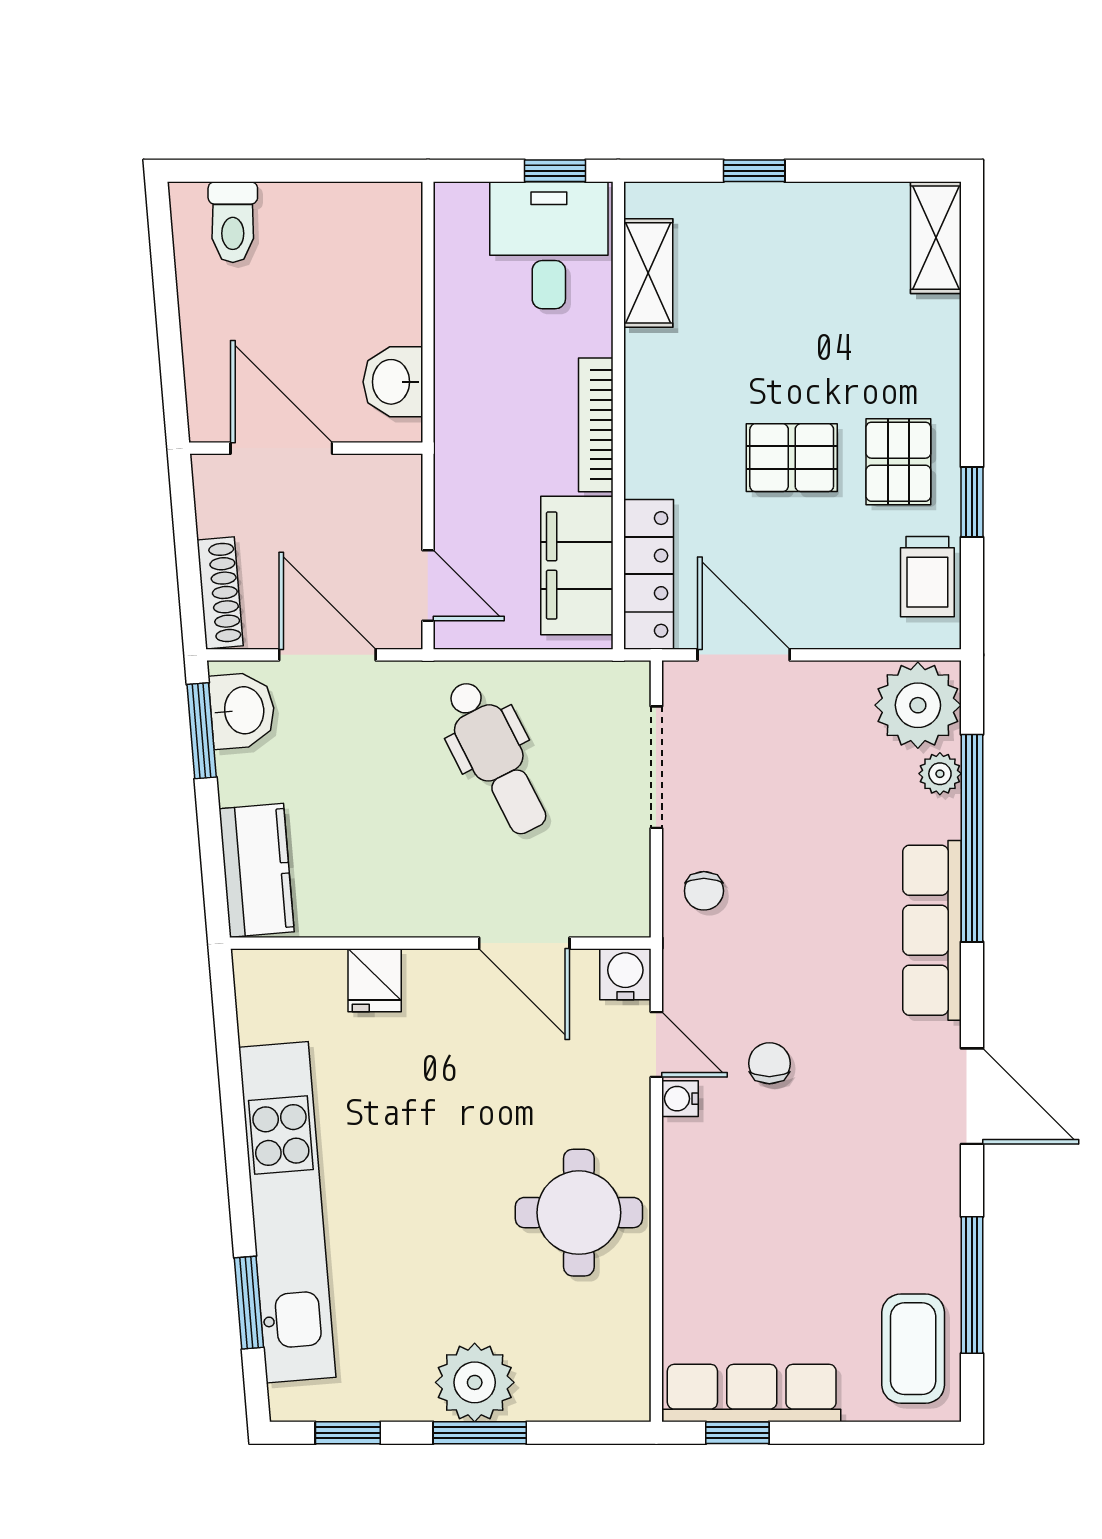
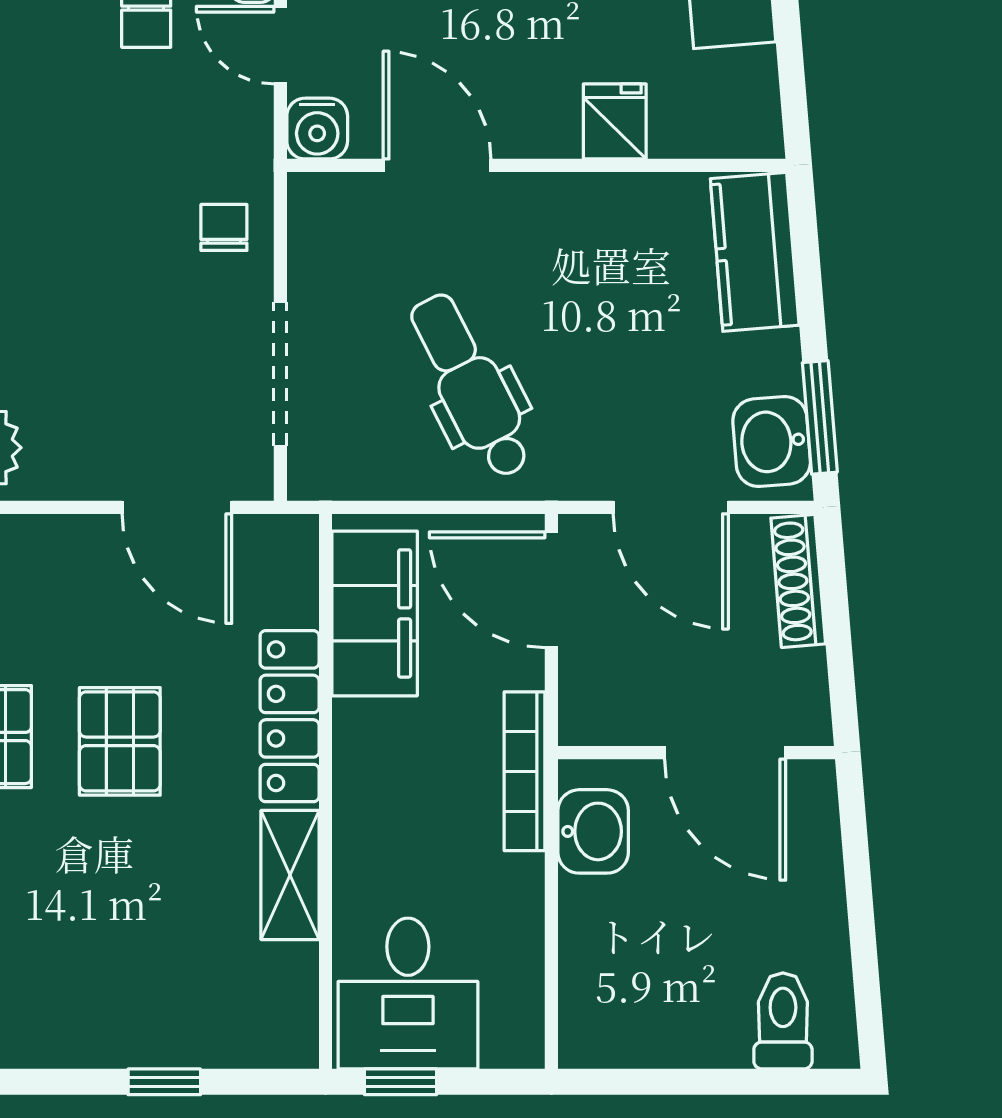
shelving: (648, 273) -> (290, 875), moved
bookcase: (596, 425) -> (525, 771), moved, turned 180
pallet: (792, 458) -> (120, 741), turned 90
locker: (649, 574) -> (290, 716), moved
door: (428, 585) -> (551, 590), width x1.38

